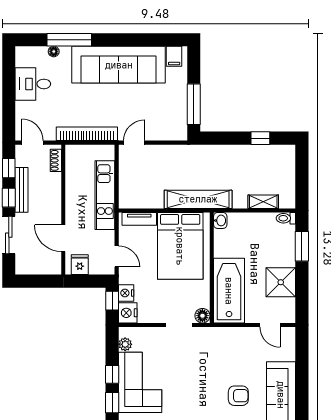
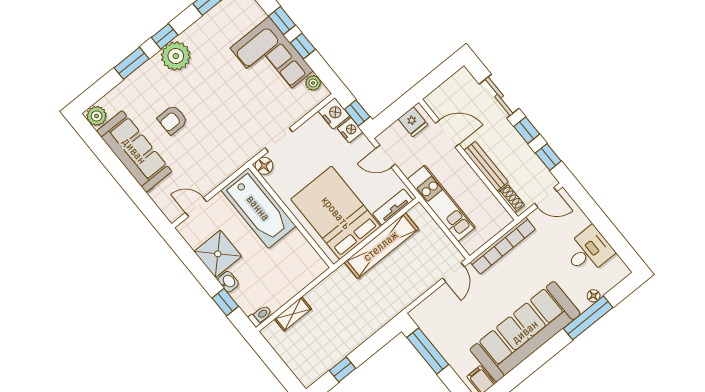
bench: (22, 190) -> (486, 166), moved
shelving: (198, 199) -> (381, 246), moved
washbasin: (220, 220) -> (228, 282), moved, turned 180
window: (302, 246) -> (225, 302), width x0.67

